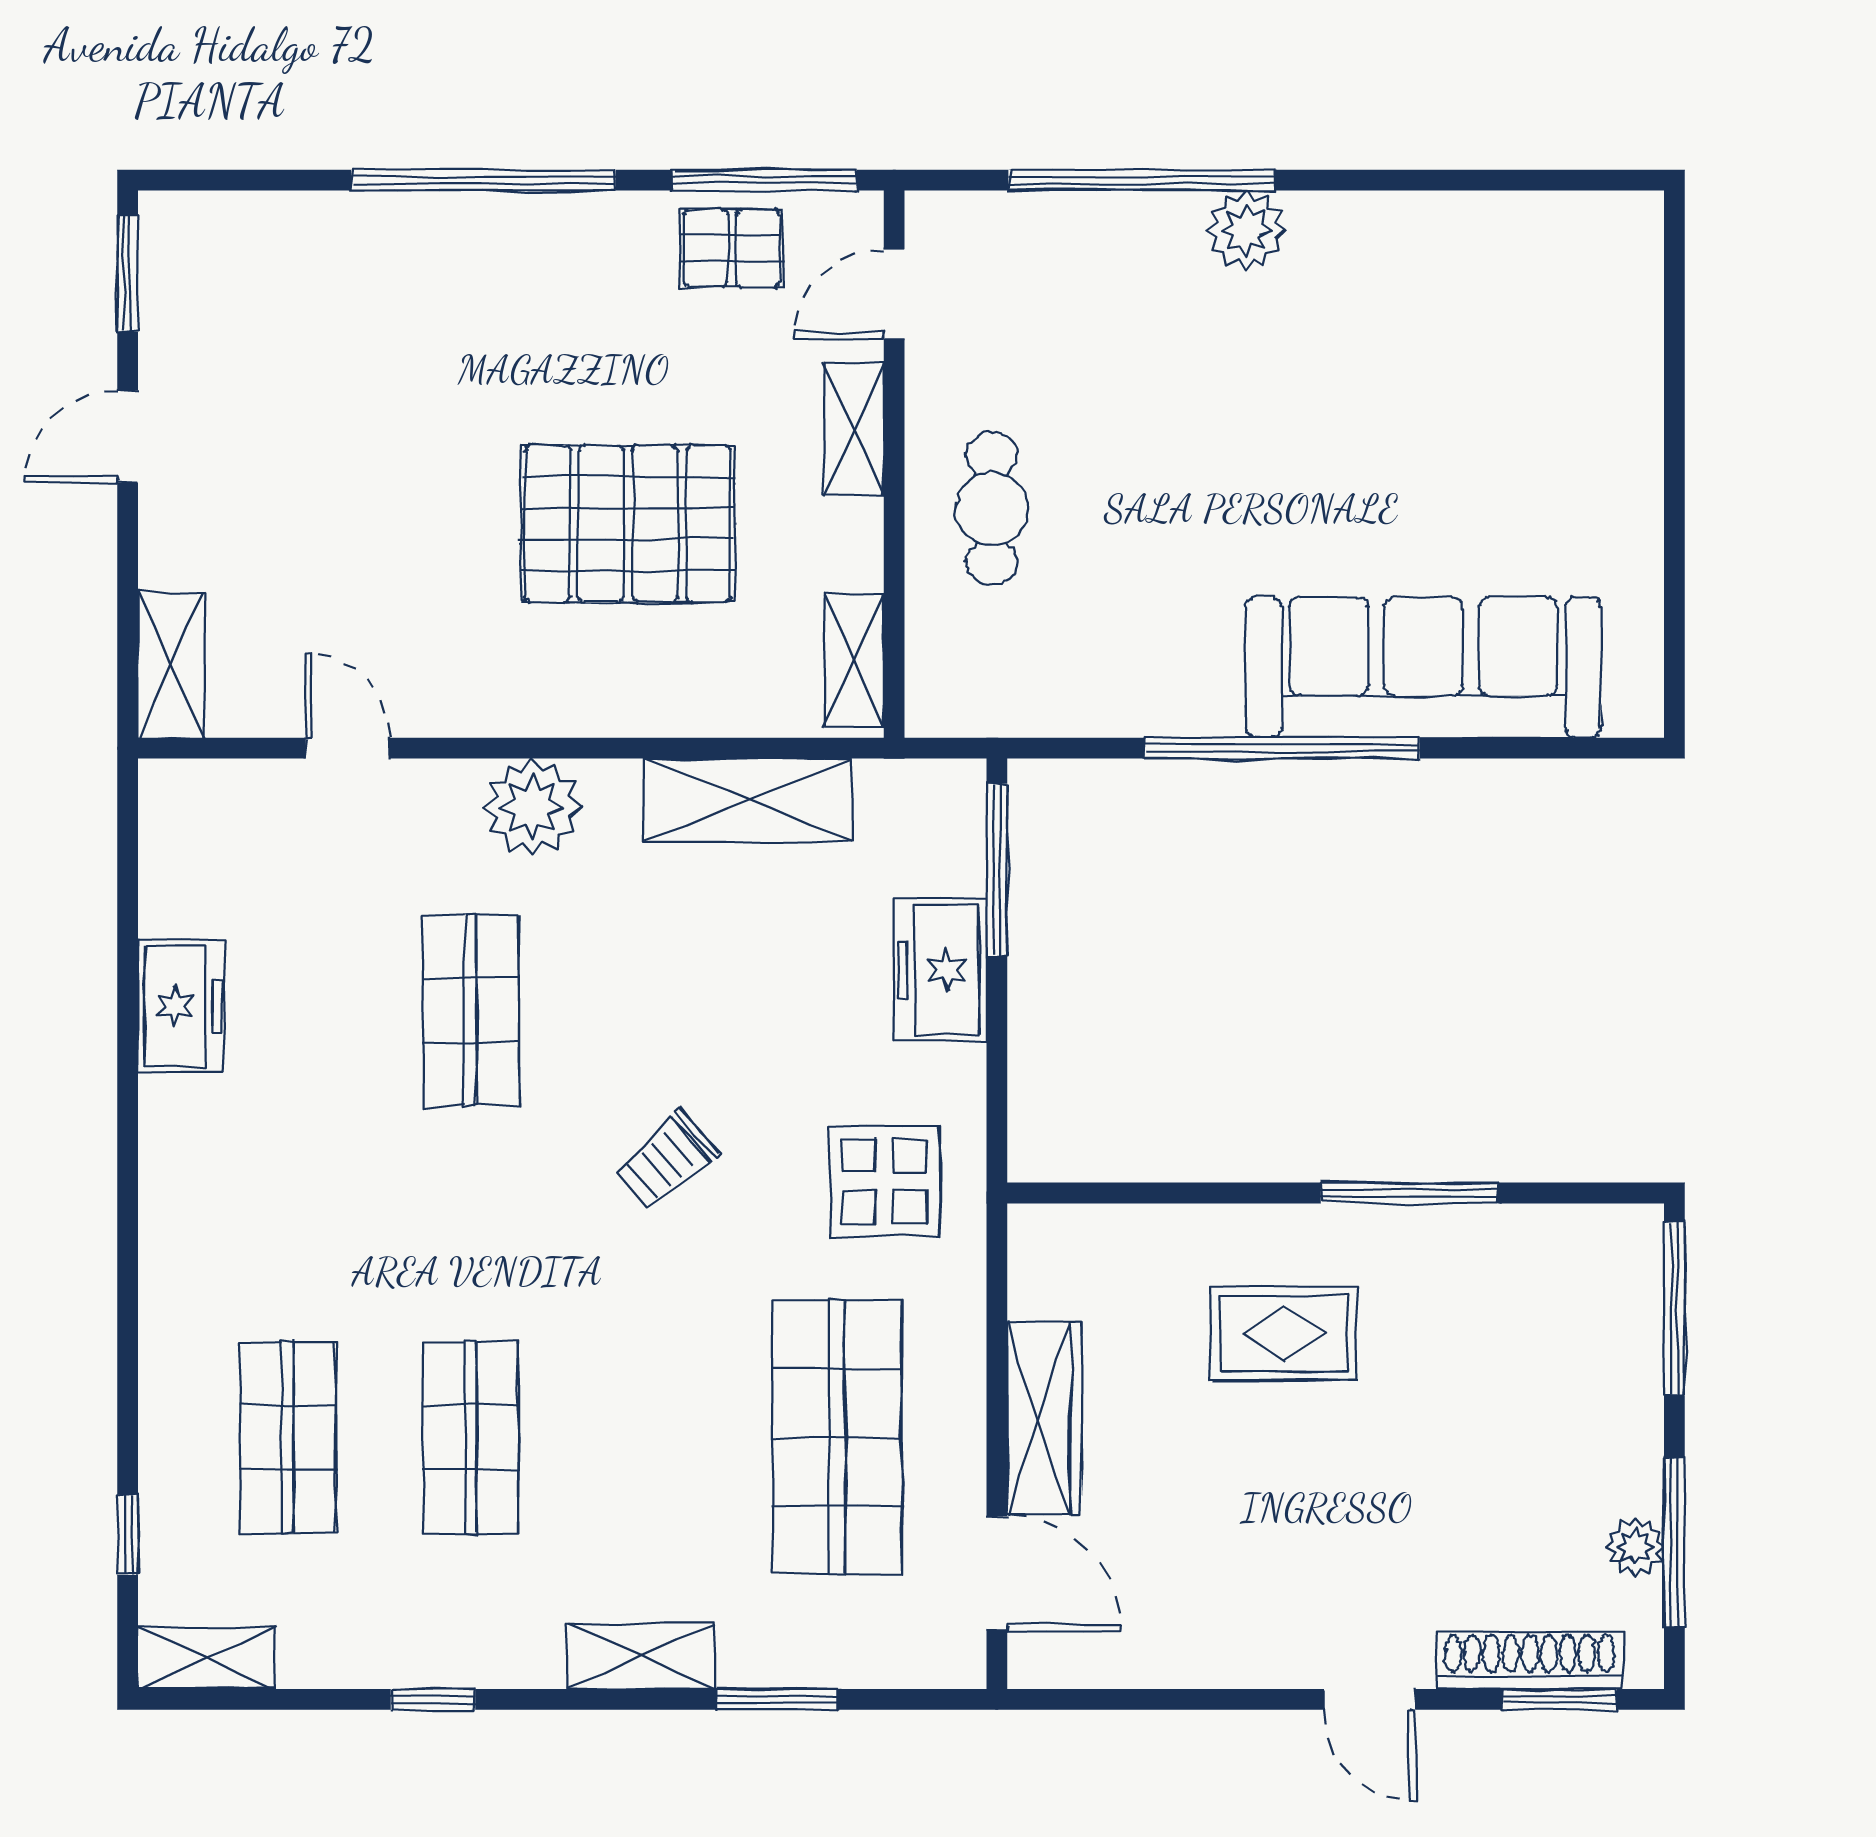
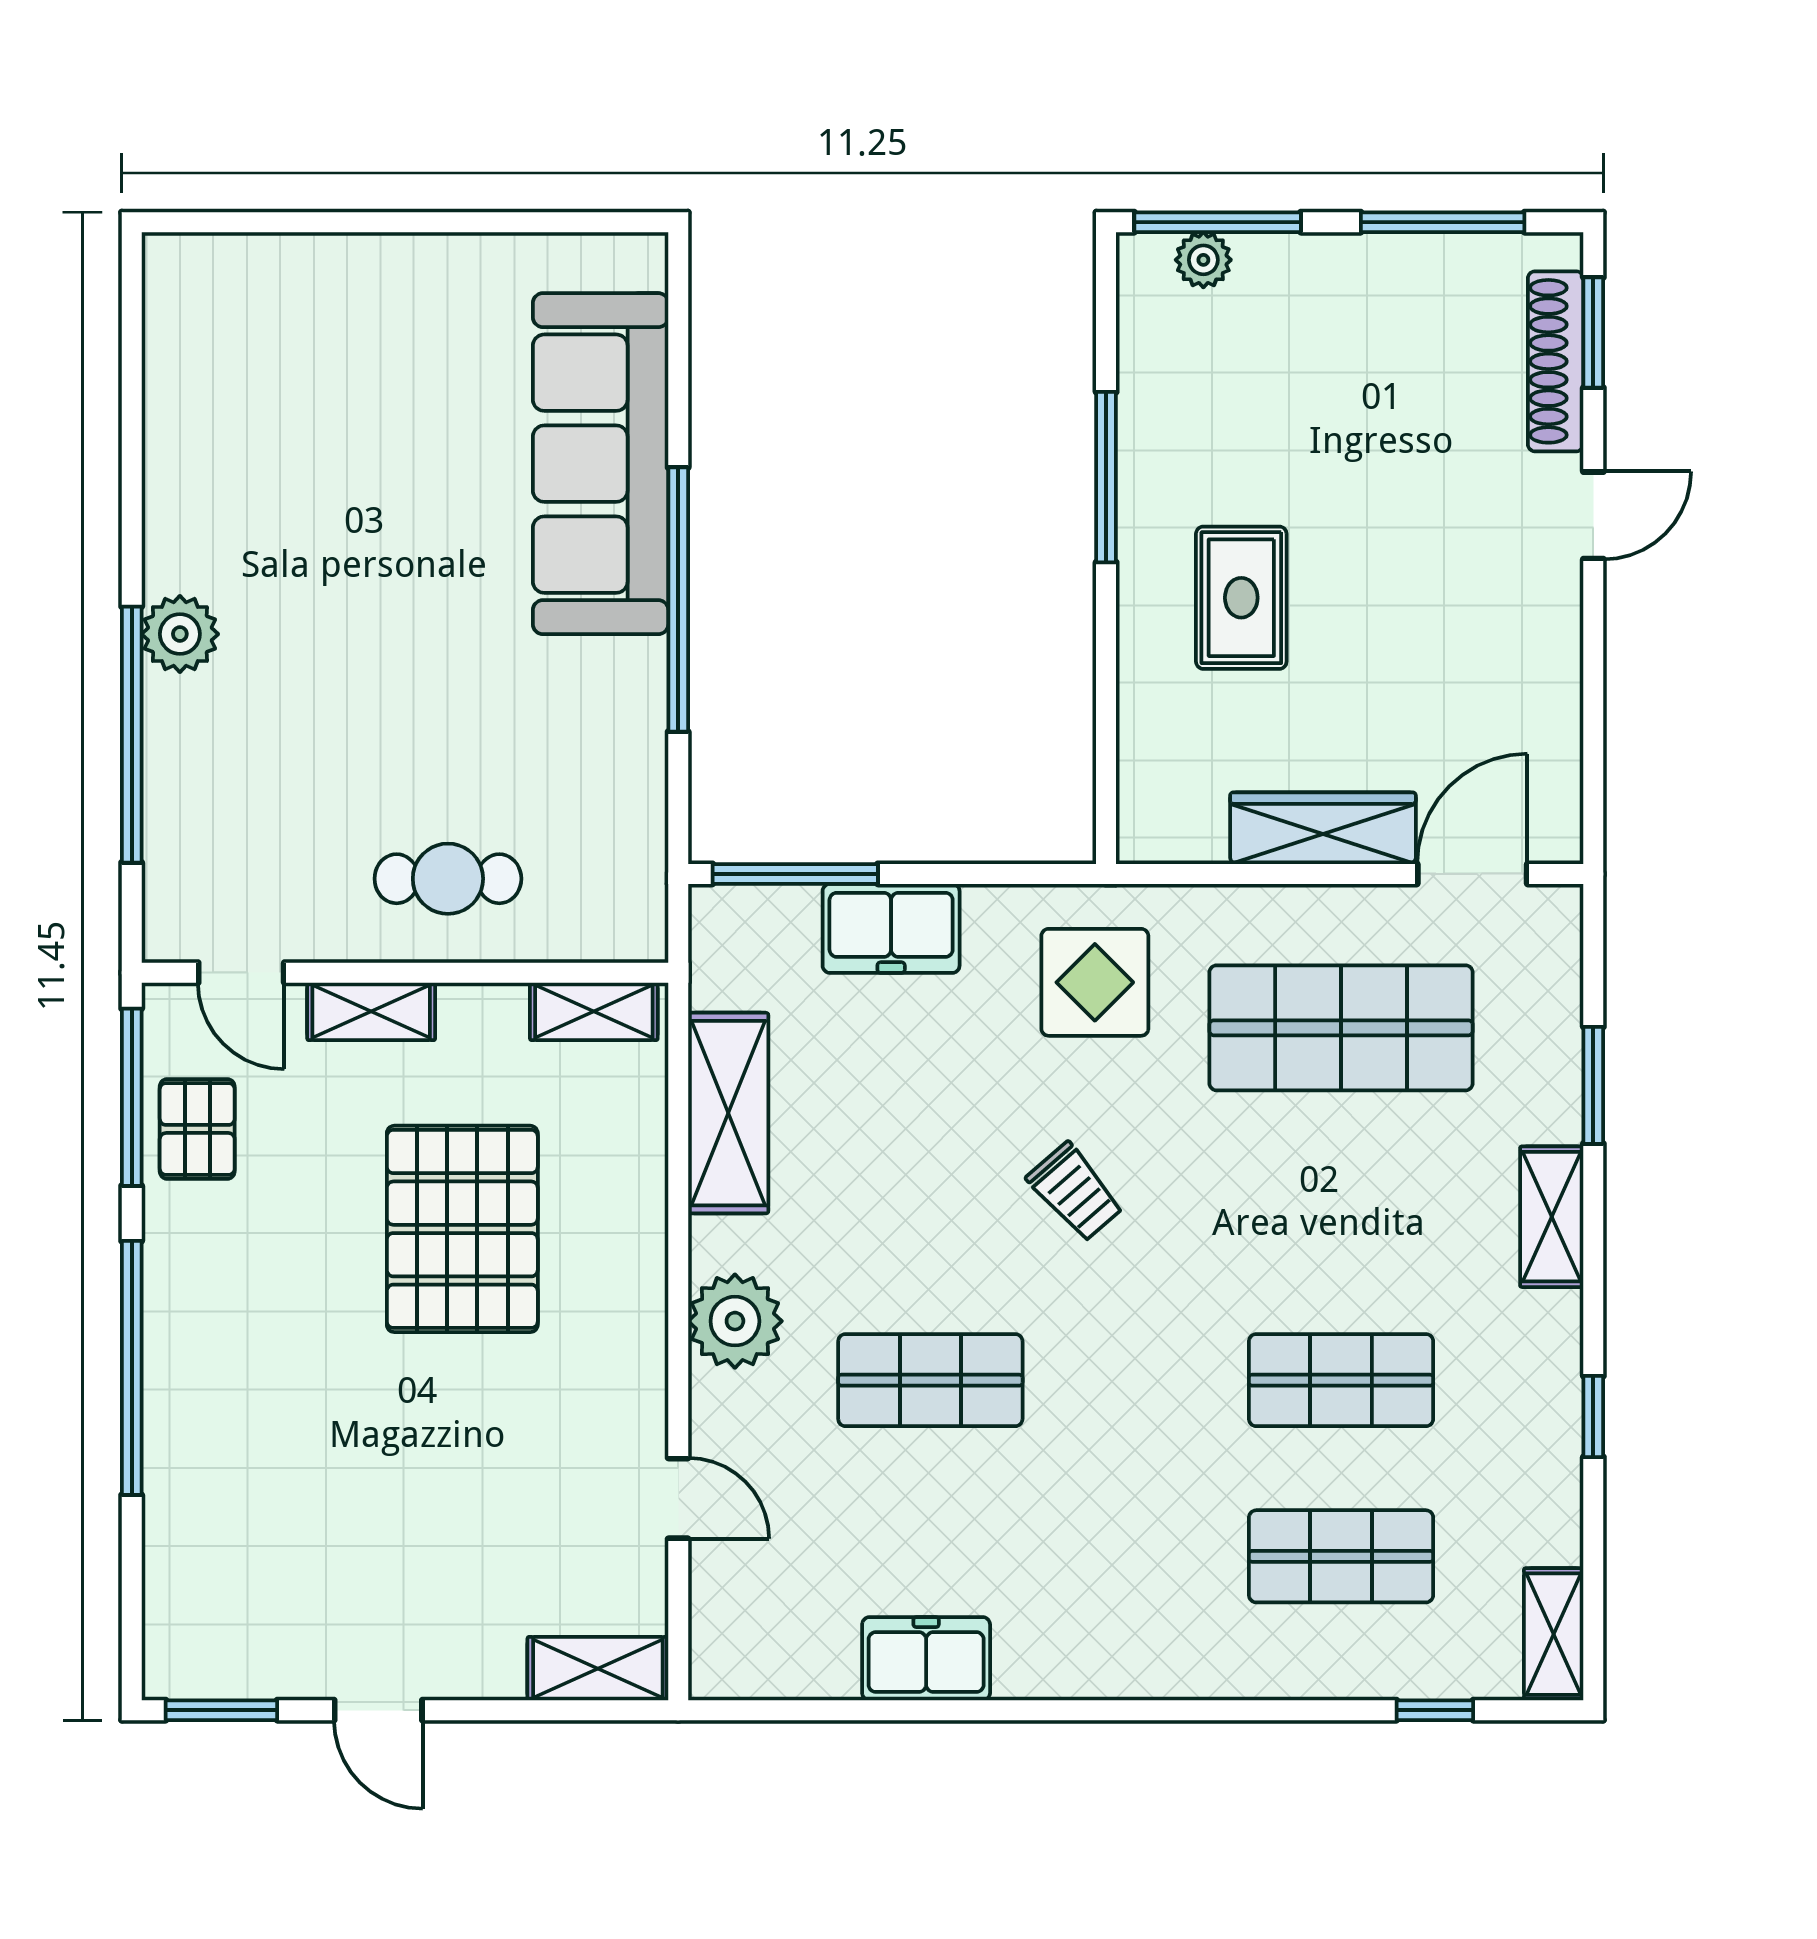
door: (348, 748) -> (678, 1498), swing flipped
plant: (1635, 1547) -> (1203, 260), moved

